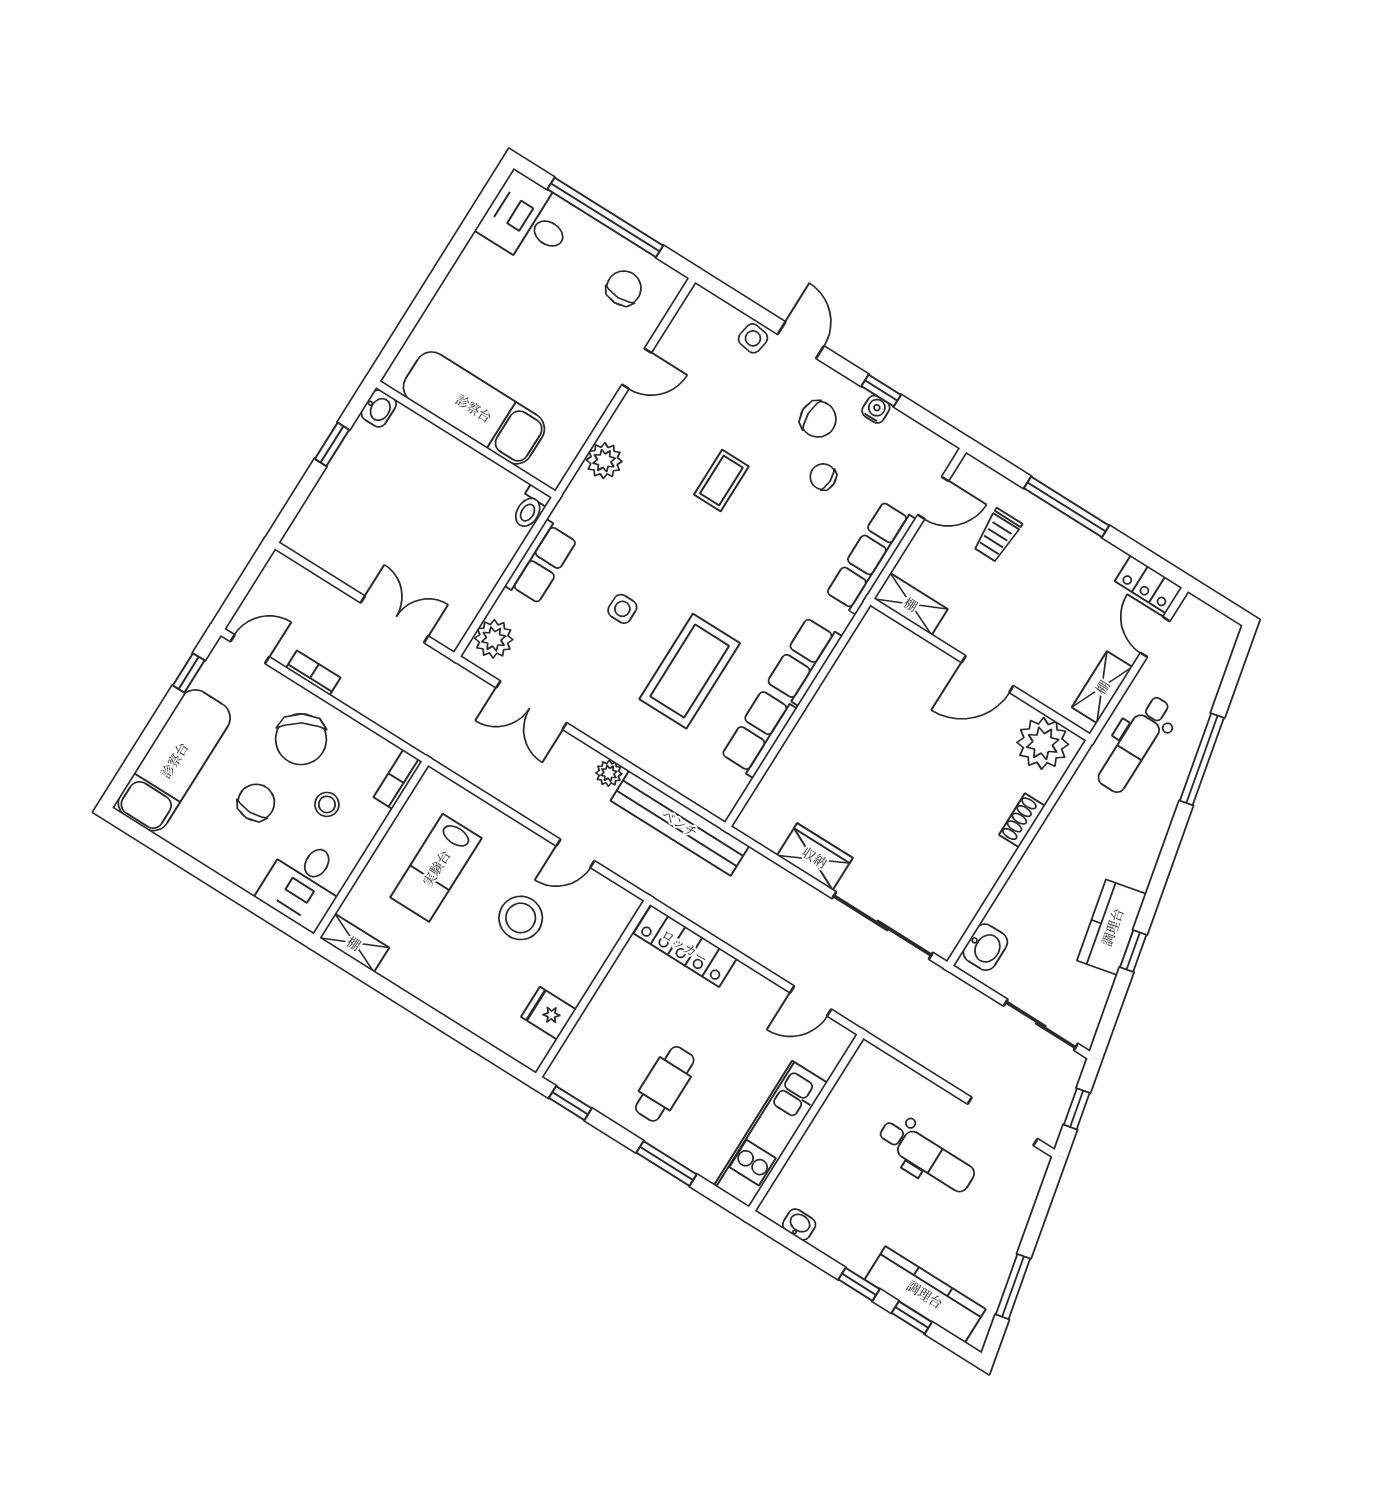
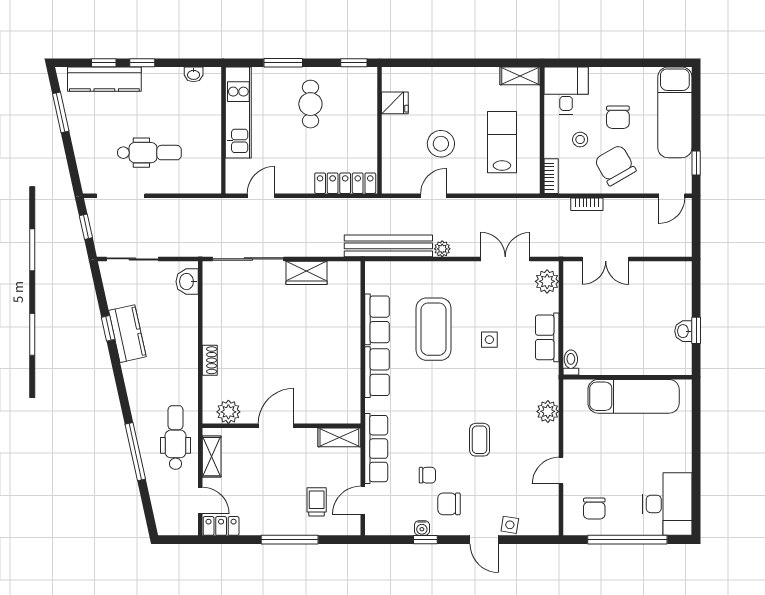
desk: (528, 220) -> (667, 504), width x1.37
washbasin: (379, 408) -> (683, 331), moved
bookcase: (313, 673) -> (587, 204), moved
plant: (1043, 743) -> (228, 412), width x0.73, depth x0.73
dental chair: (926, 1156) -> (149, 153), turned 180

